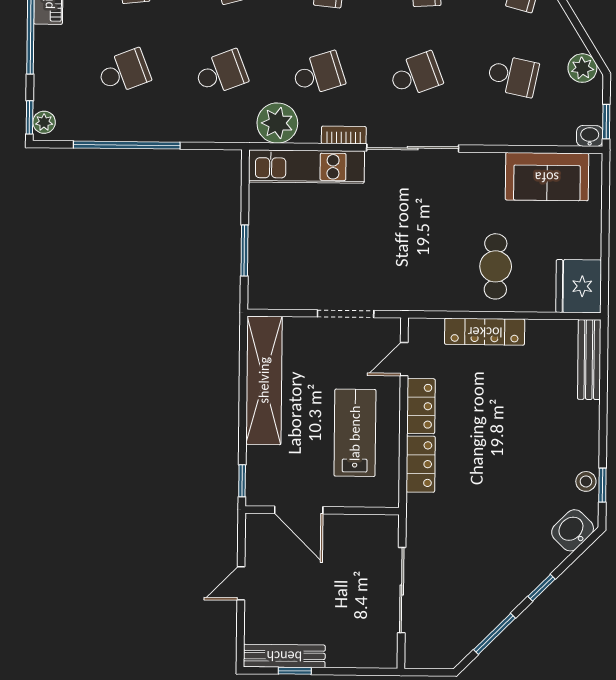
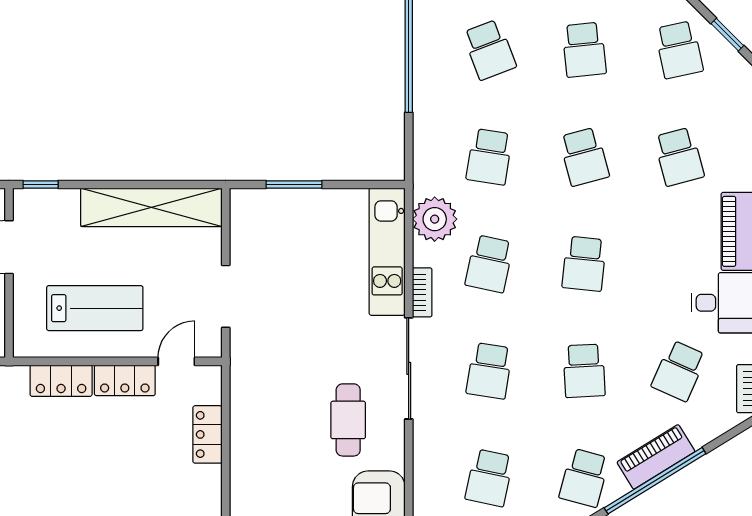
school desk: (221, 73) -> (489, 157), turned 30
school desk: (318, 74) -> (489, 264), turned 30
school desk: (416, 75) -> (489, 371), turned 30
cafe table: (496, 266) -> (348, 420), moved, turned 90
locker: (485, 332) -> (207, 434), width x0.66
door: (404, 359) -> (176, 361), hinge flipped

